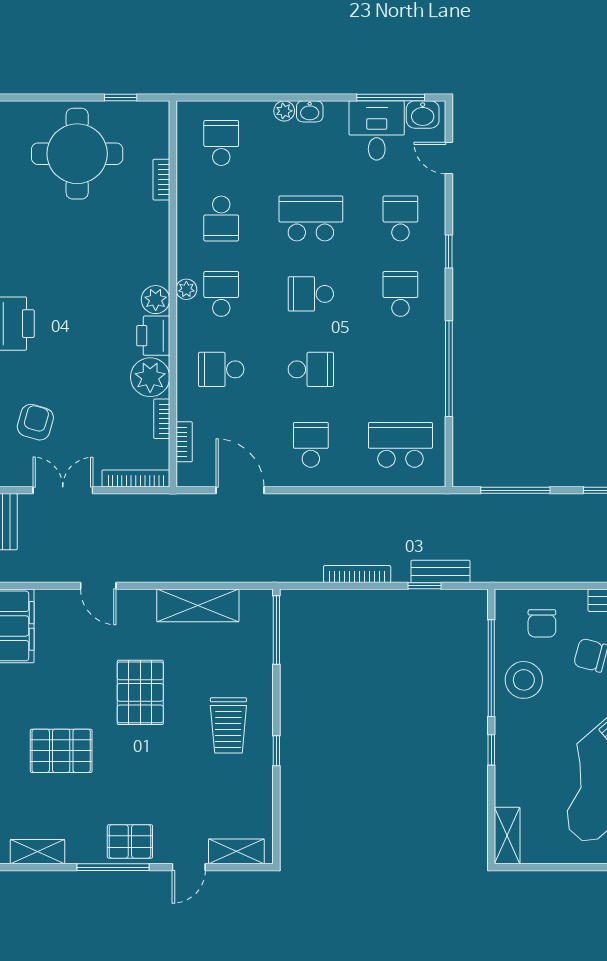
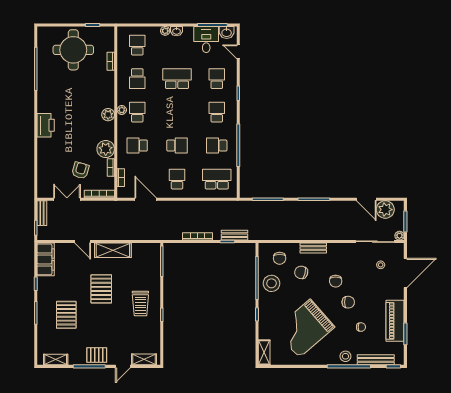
school desk: (311, 294) -> (217, 146), moved
printer: (153, 336) -> (107, 131), removed
armchair: (35, 422) -> (80, 170), moved
shelving: (198, 605) -> (113, 250), moved
pallet: (61, 751) -> (66, 315), turned 90

